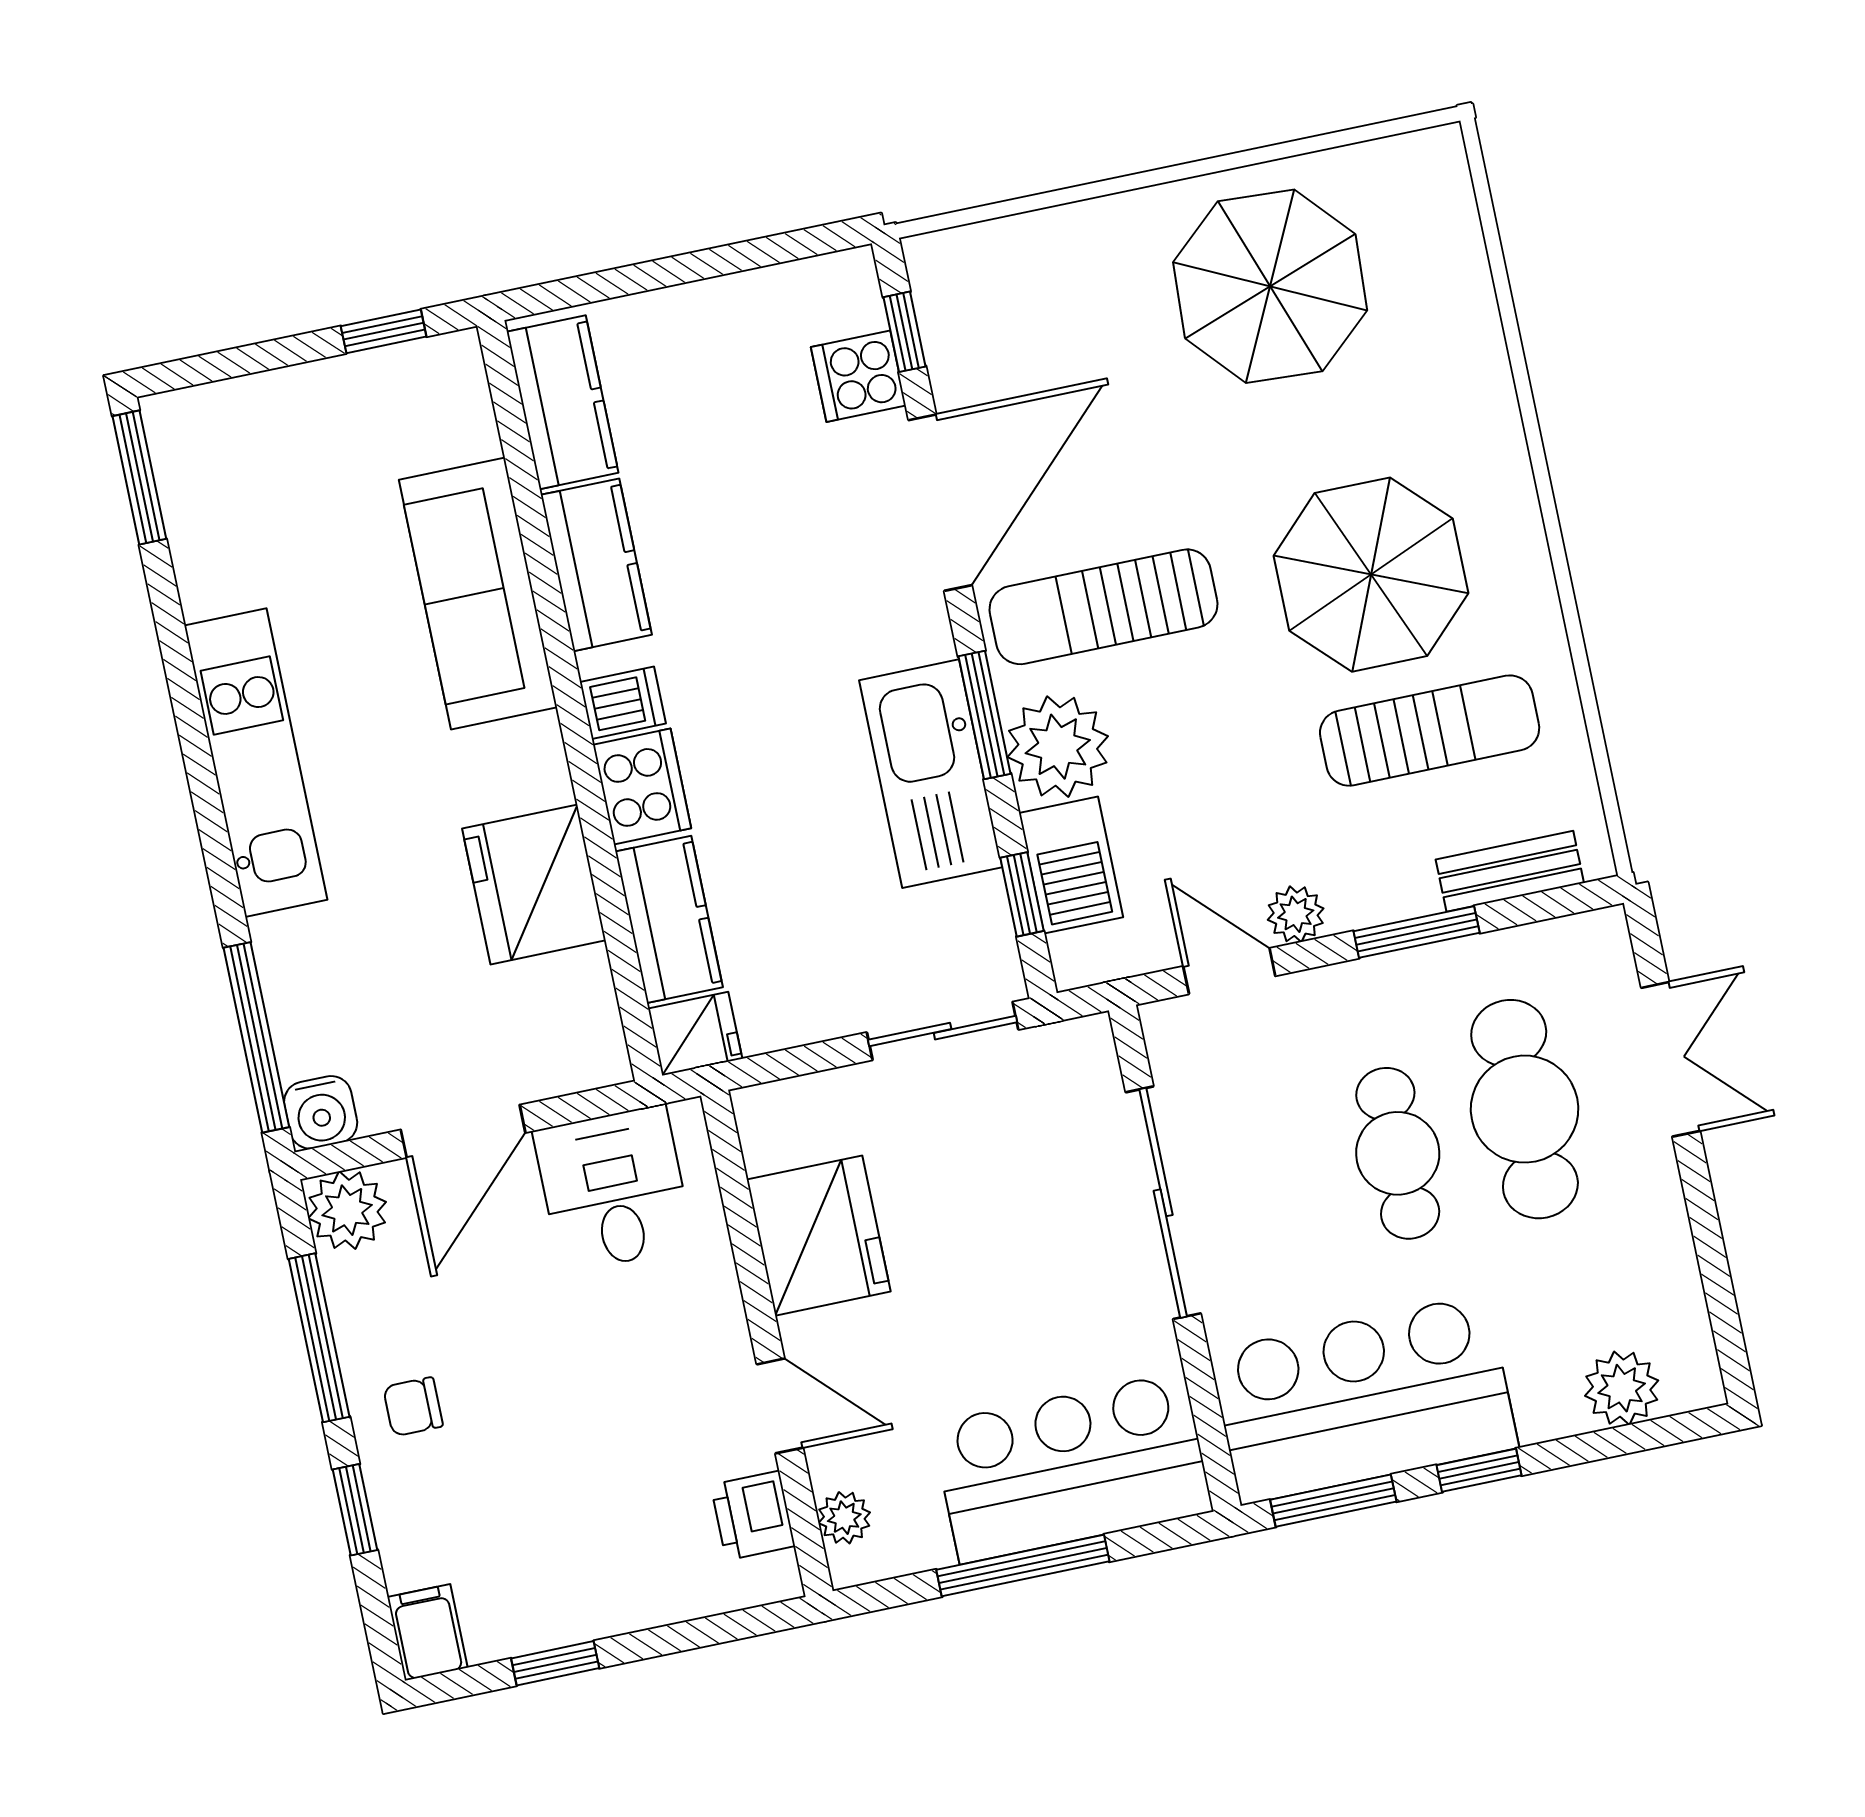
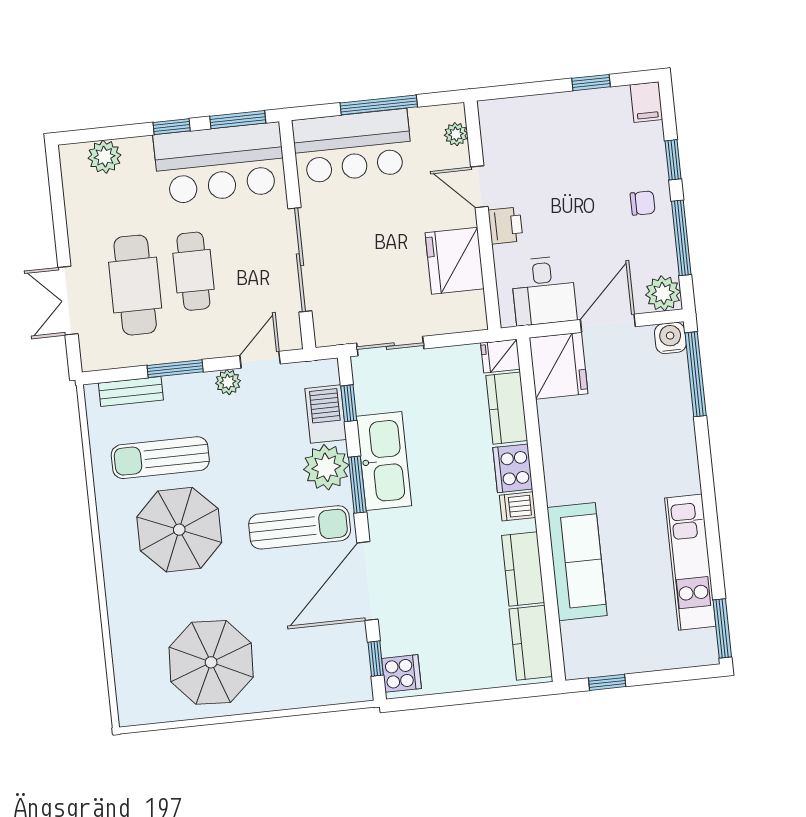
cooker: (858, 376) -> (401, 673), moved
kitchen unit: (256, 763) -> (690, 562), moved
fridge: (534, 884) -> (559, 366), moved
door: (1229, 971) -> (260, 360), swing flipped
printer: (753, 1516) -> (505, 225), moved

